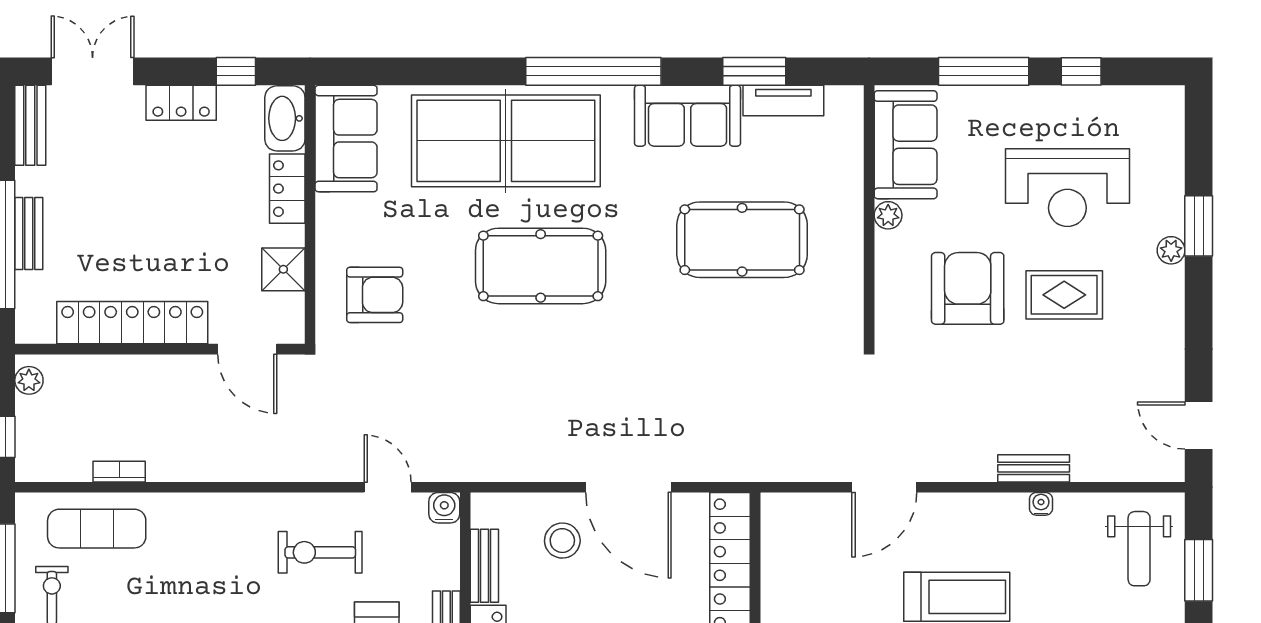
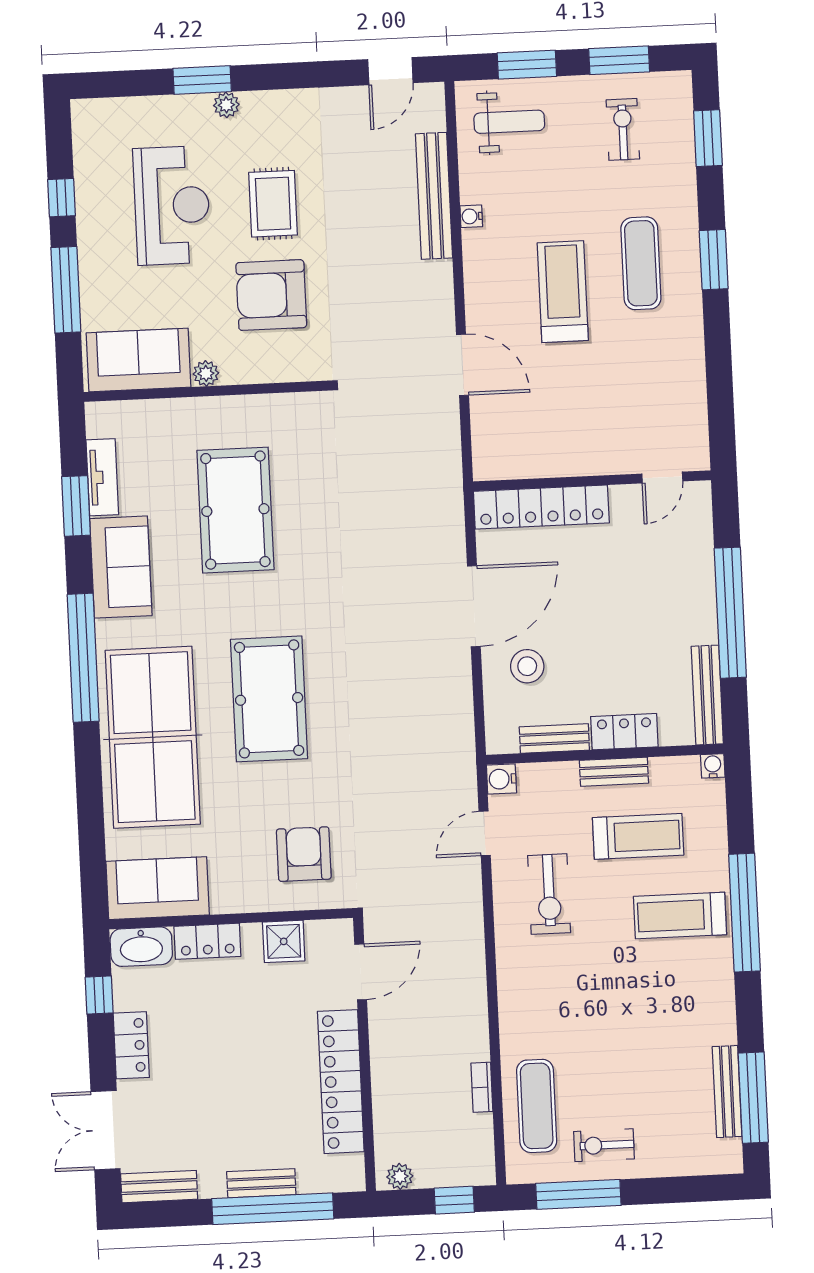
bench: (1034, 468) -> (434, 196), width x1.86, depth x1.21

